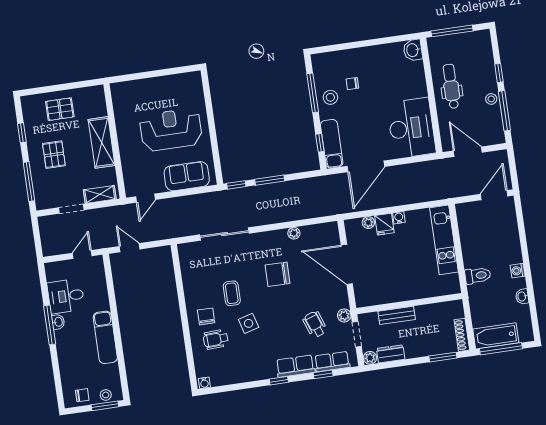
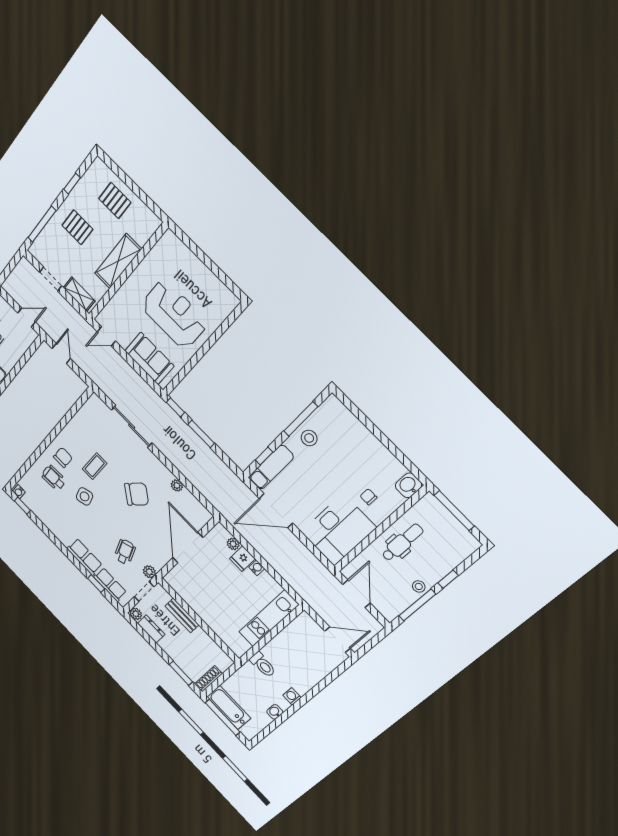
chair: (352, 84) -> (368, 497), moved
pallet: (54, 155) -> (77, 227), turned 90
chair: (278, 274) -> (137, 494), turned 130
window: (279, 381) -> (22, 506), moved

